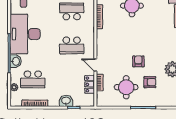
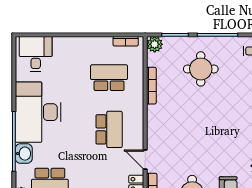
school desk: (72, 45) -> (109, 129), turned -90
armchair: (138, 61) -> (211, 154), removed

